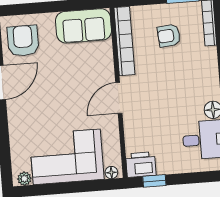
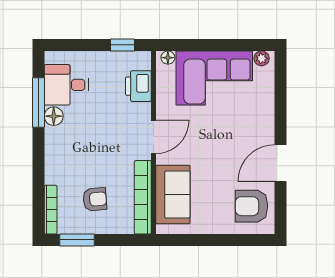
sofa: (83, 26) -> (173, 194), moved, turned 90
armchair: (23, 41) -> (251, 206), turned 90
printer: (141, 165) -> (138, 86), moved, turned 90

